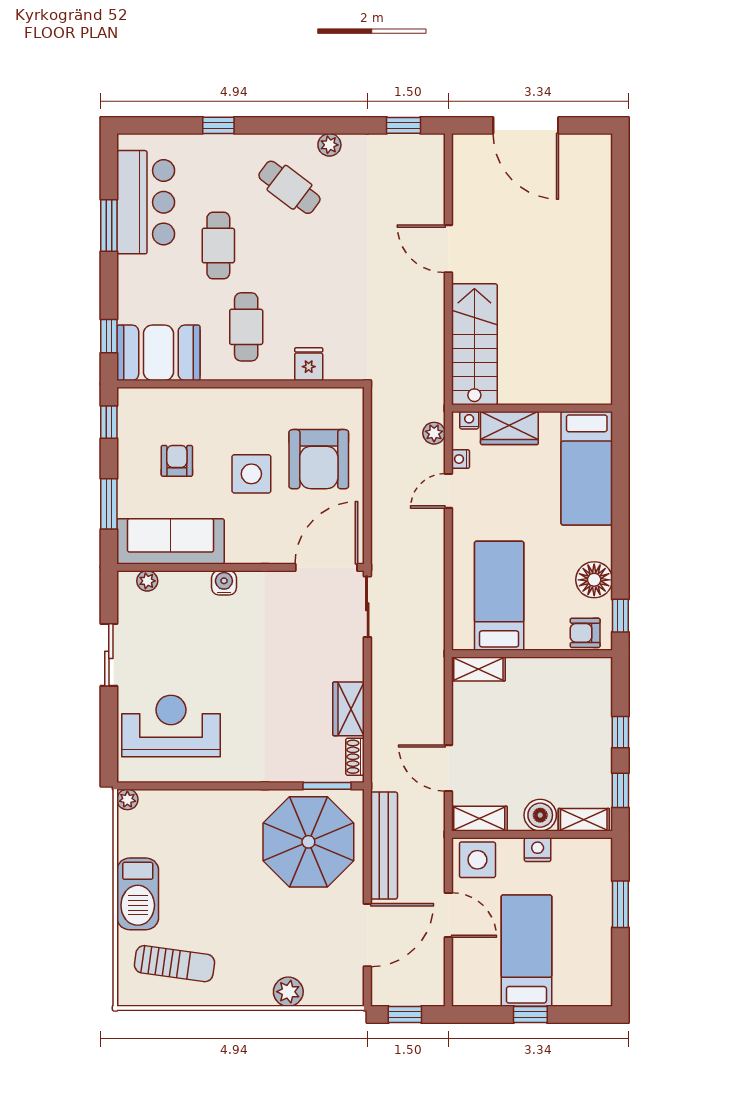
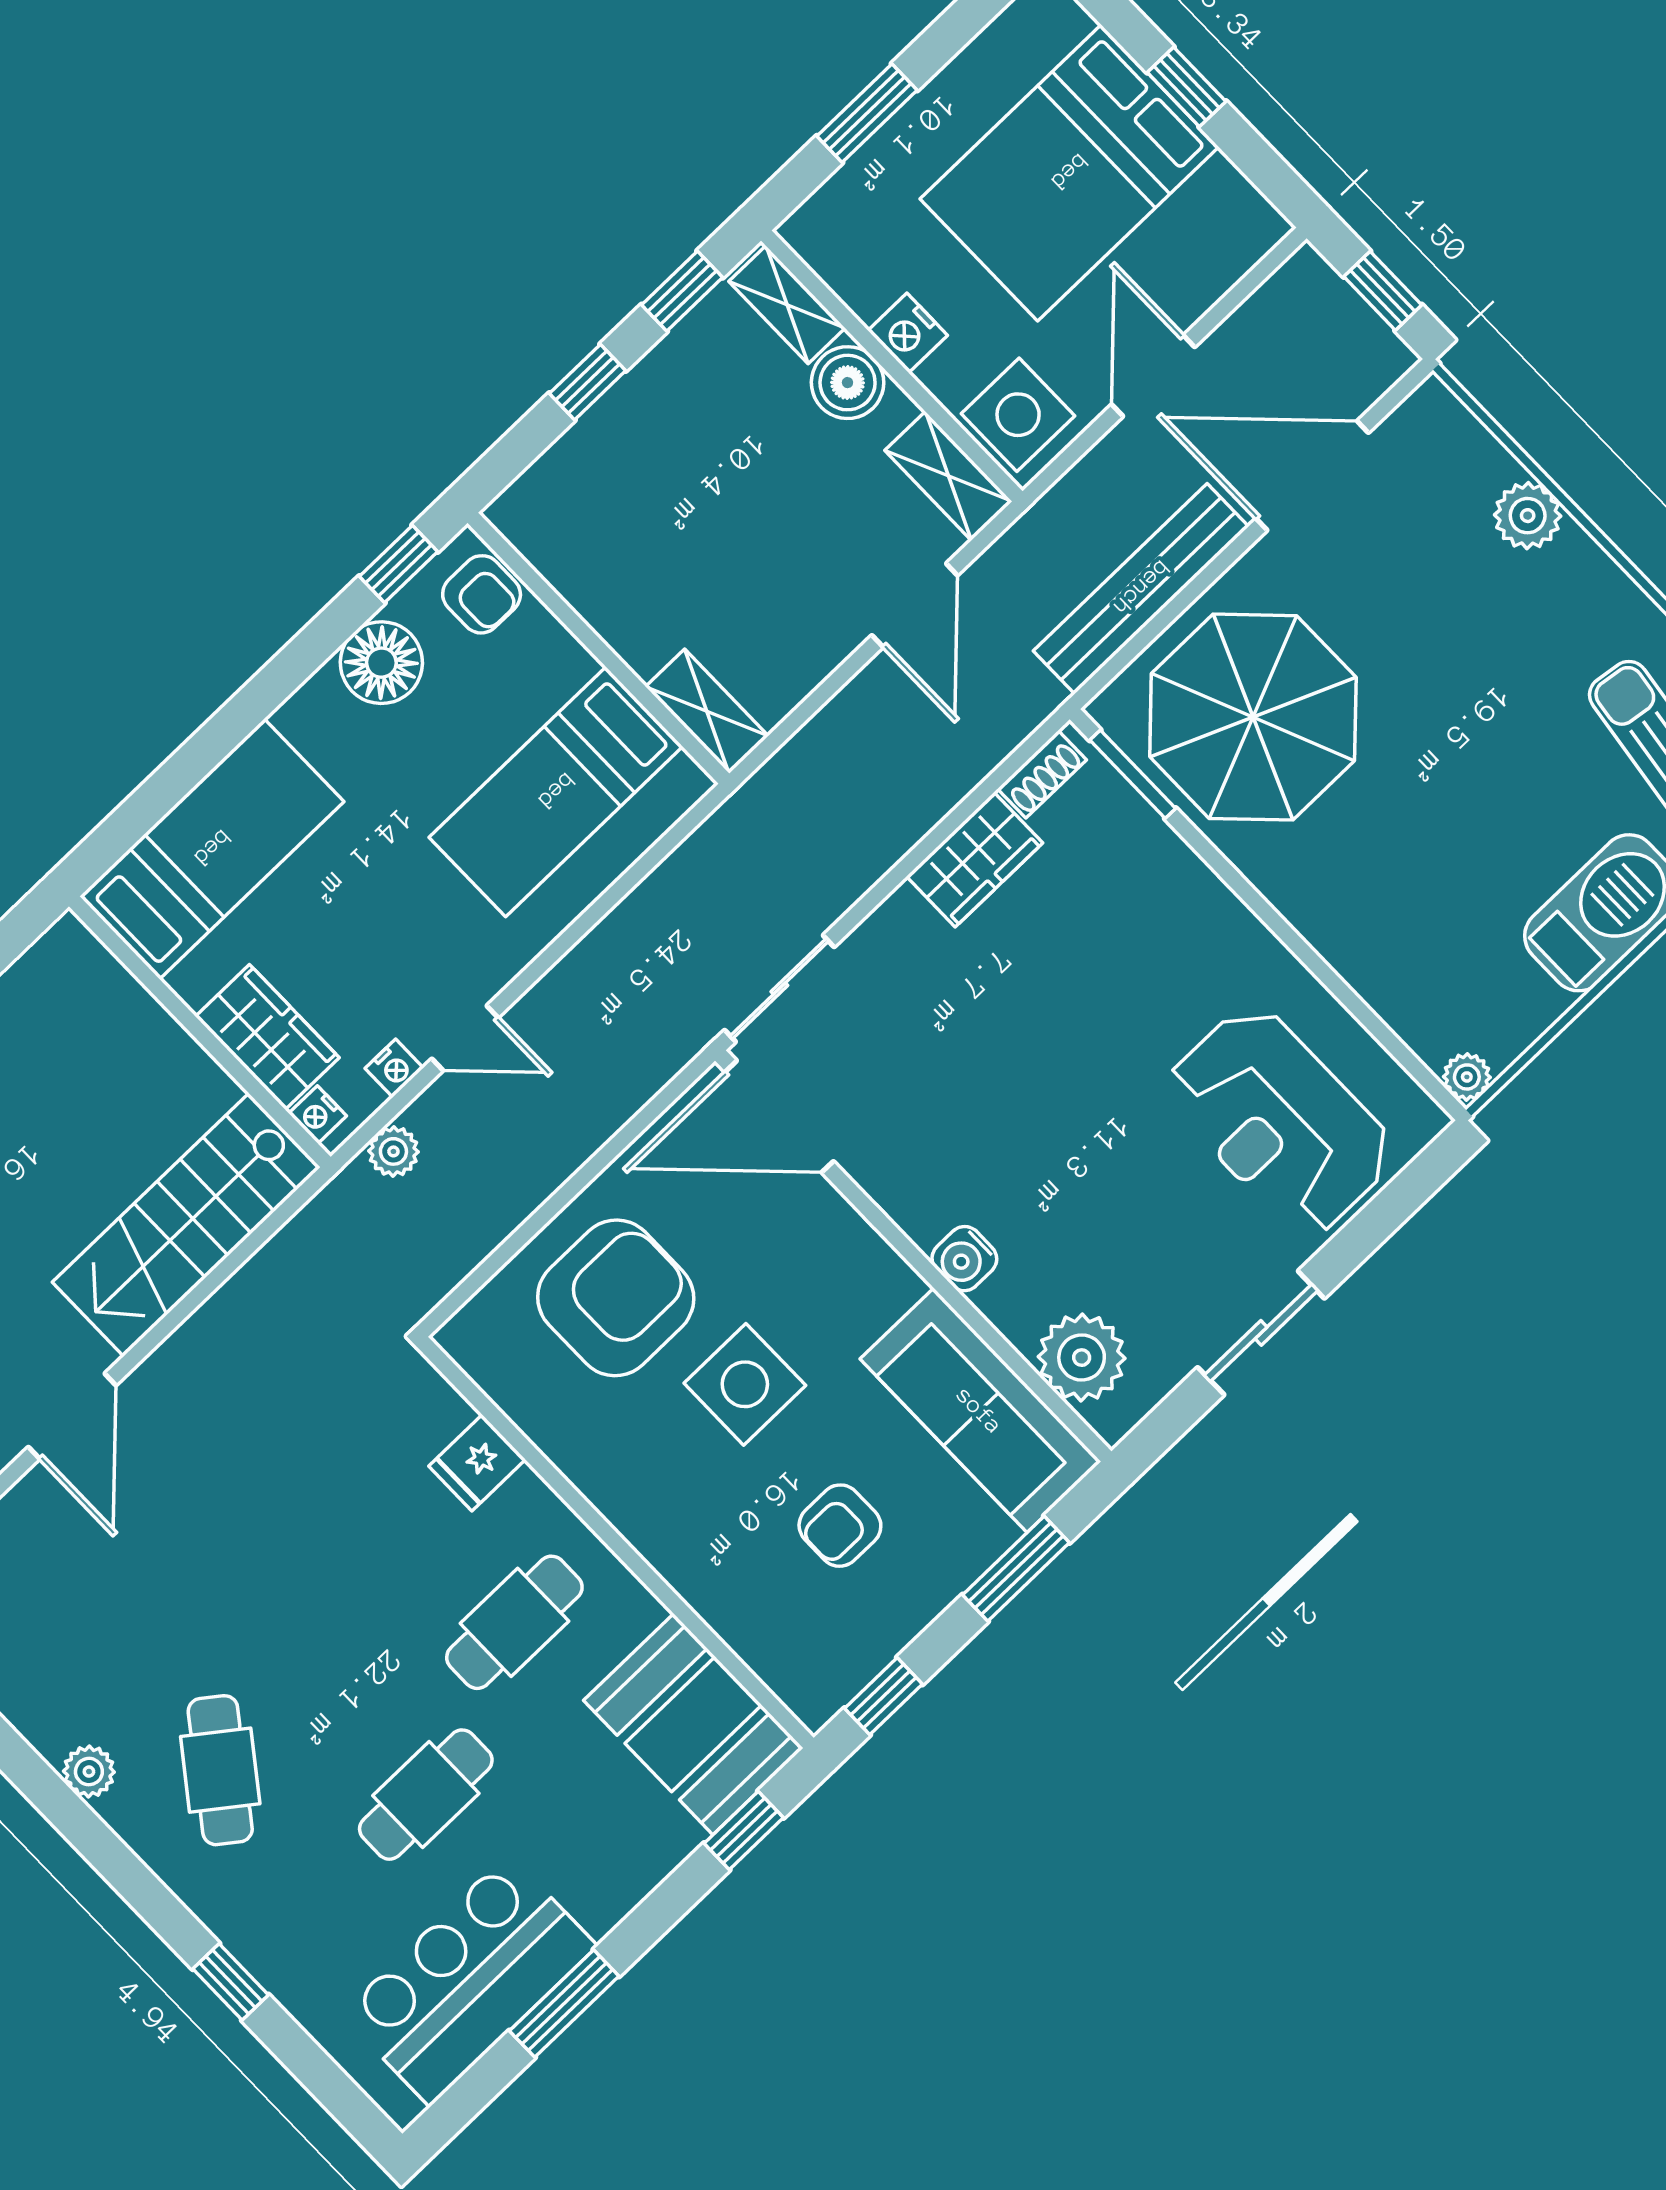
plant: (147, 581) -> (1082, 1358), width x1.87, depth x1.87
bed: (526, 951) -> (1069, 173), width x1.50

